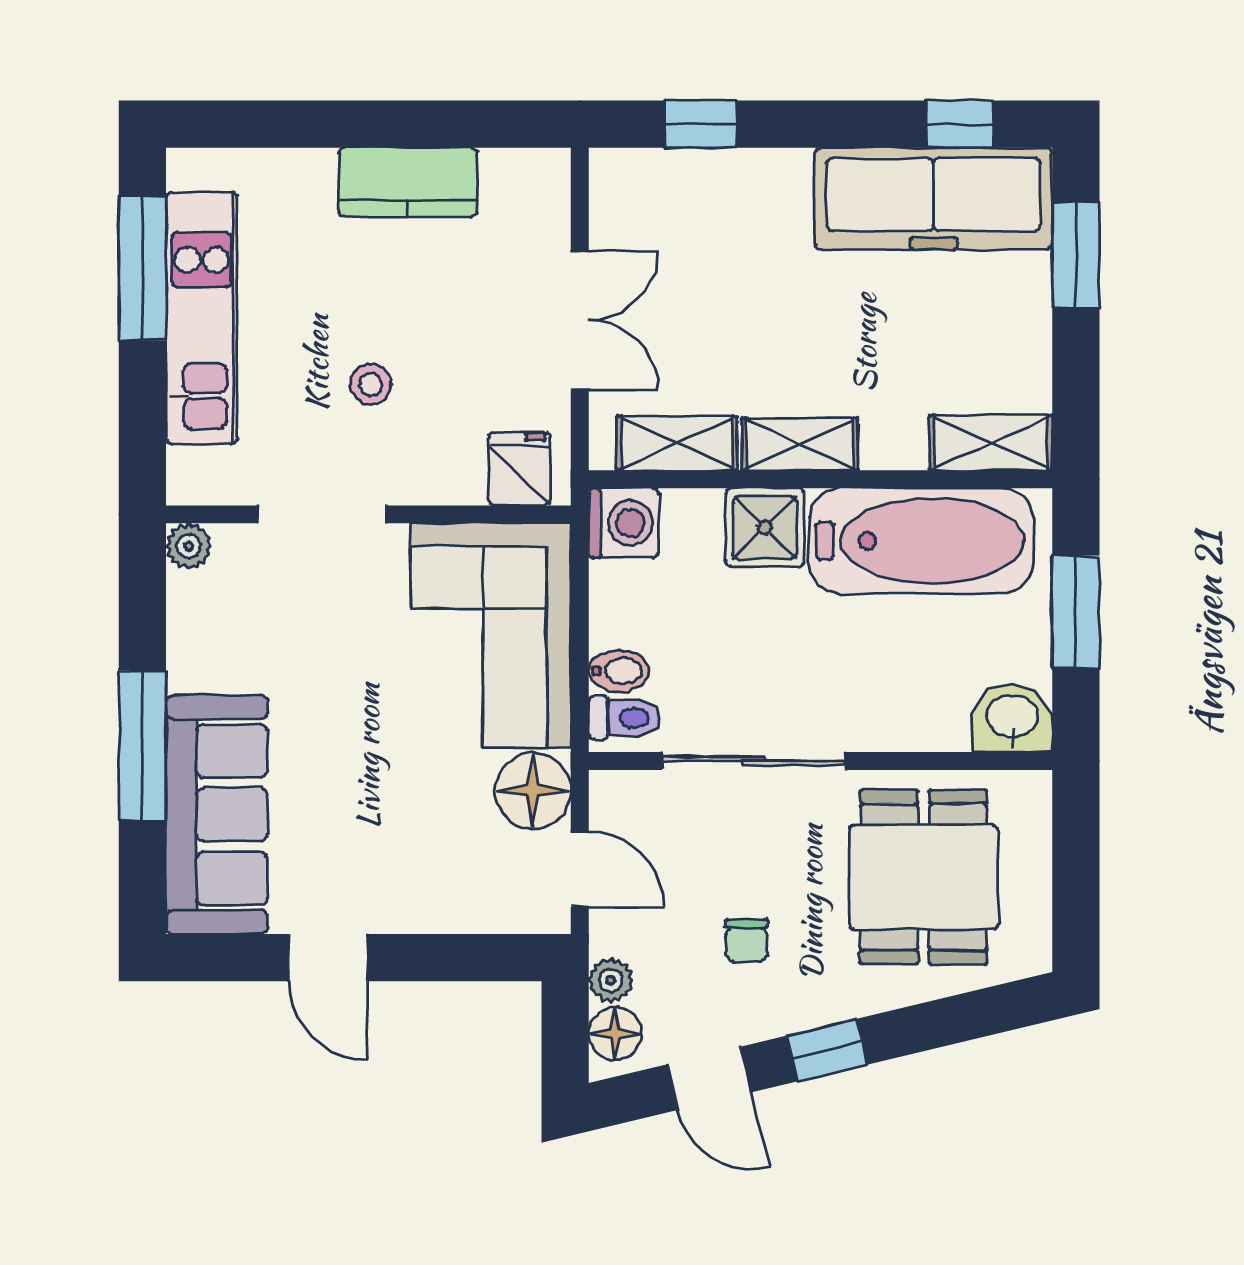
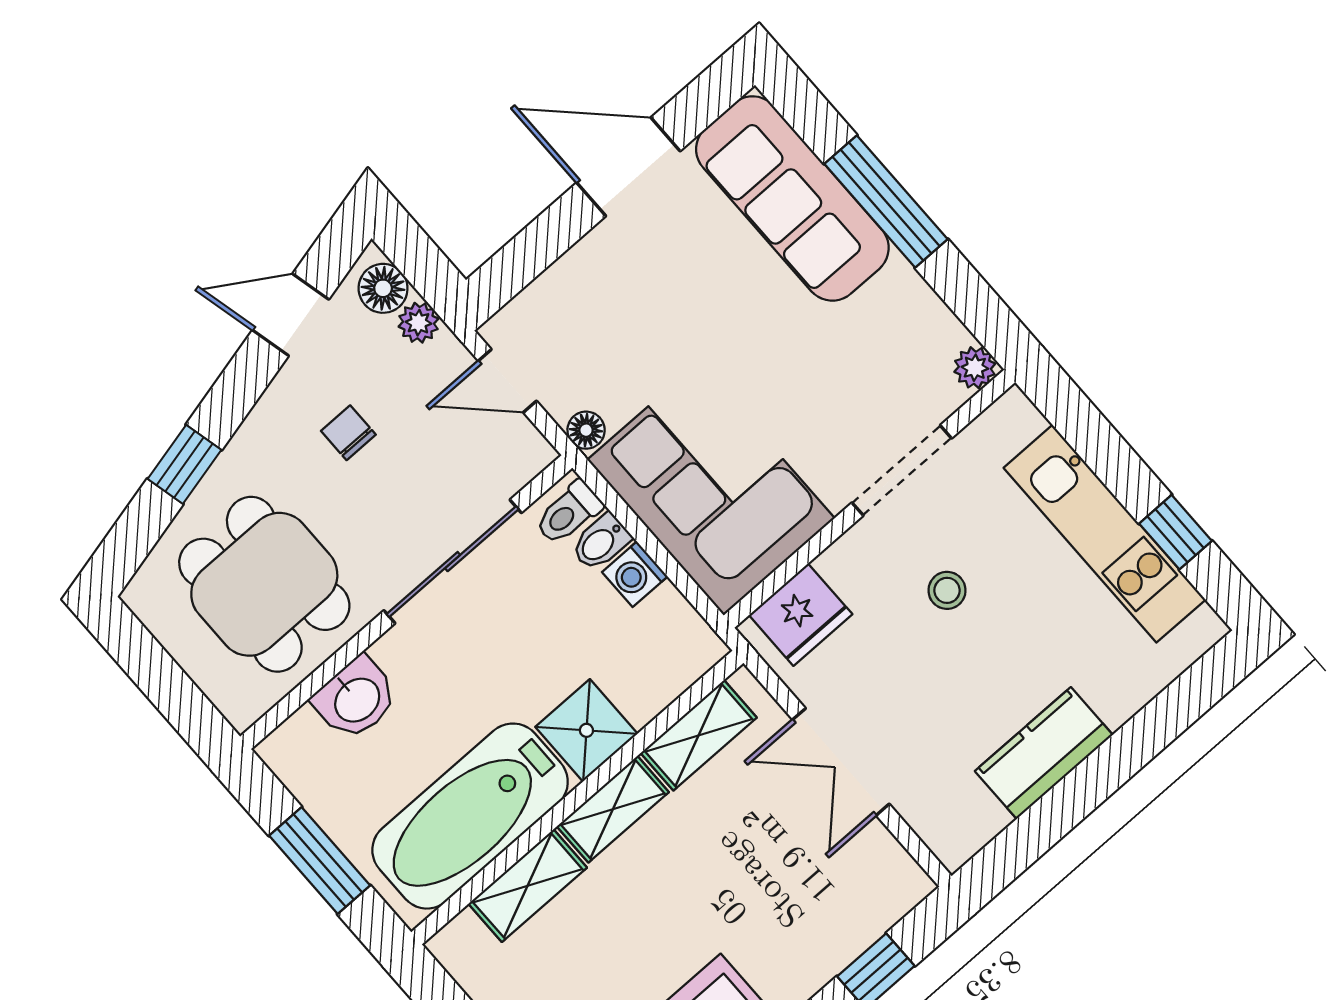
window: (142, 268) -> (1176, 532), width x0.46
shelving: (991, 443) -> (528, 886), moved
fridge: (519, 469) -> (801, 615), width x1.38
washing machine: (623, 523) -> (635, 574), moved, width x0.73, depth x0.73
washbasin: (1012, 718) -> (356, 699), moved
floor lamp: (533, 791) -> (586, 430), width x0.53, depth x0.53
door: (328, 958) -> (628, 167), width x1.38
window: (827, 1050) -> (185, 464), moved

